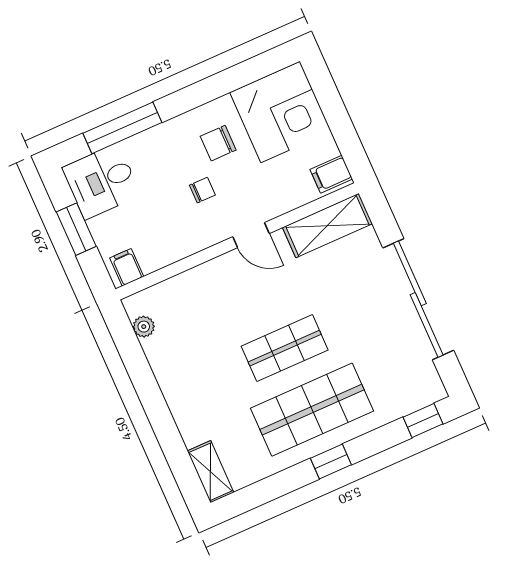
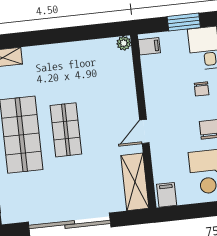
chair: (202, 190) -> (202, 89), moved
plant: (144, 327) -> (124, 43), moved

